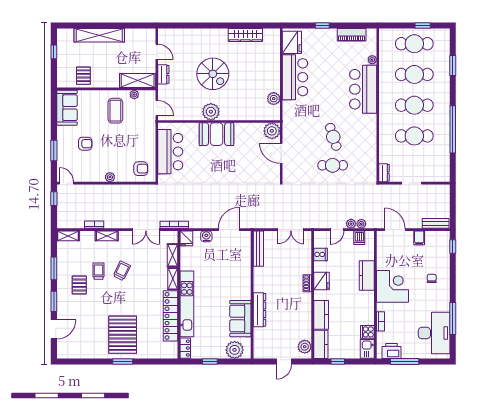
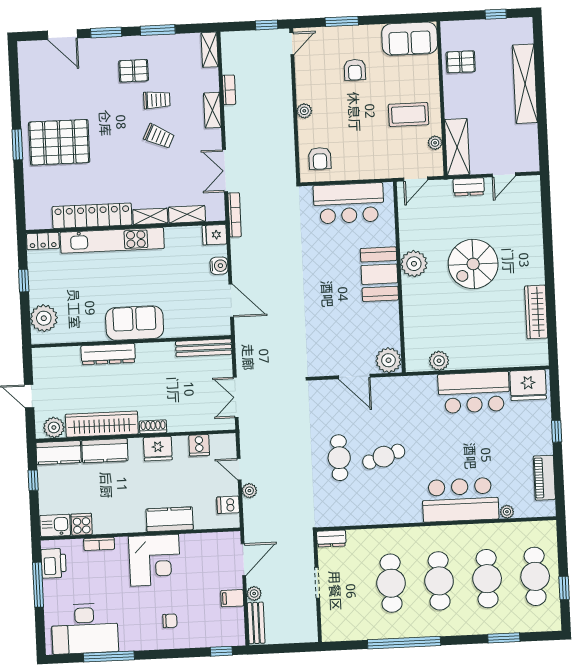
door: (281, 153) -> (354, 377), swing flipped
plant: (361, 224) -> (254, 594), moved
wardrobe: (304, 316) -> (102, 424), added
sofa: (240, 319) -> (135, 323), moved

